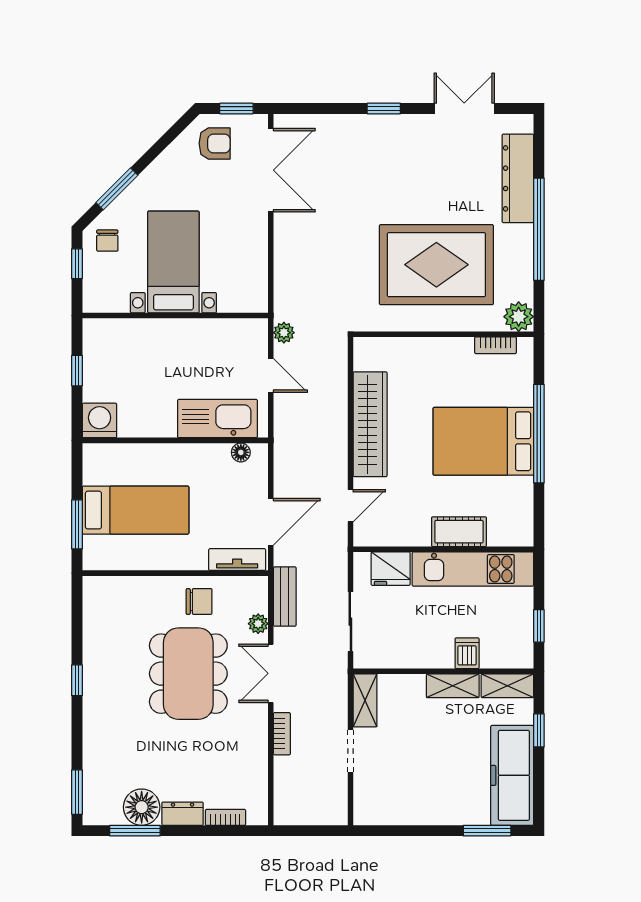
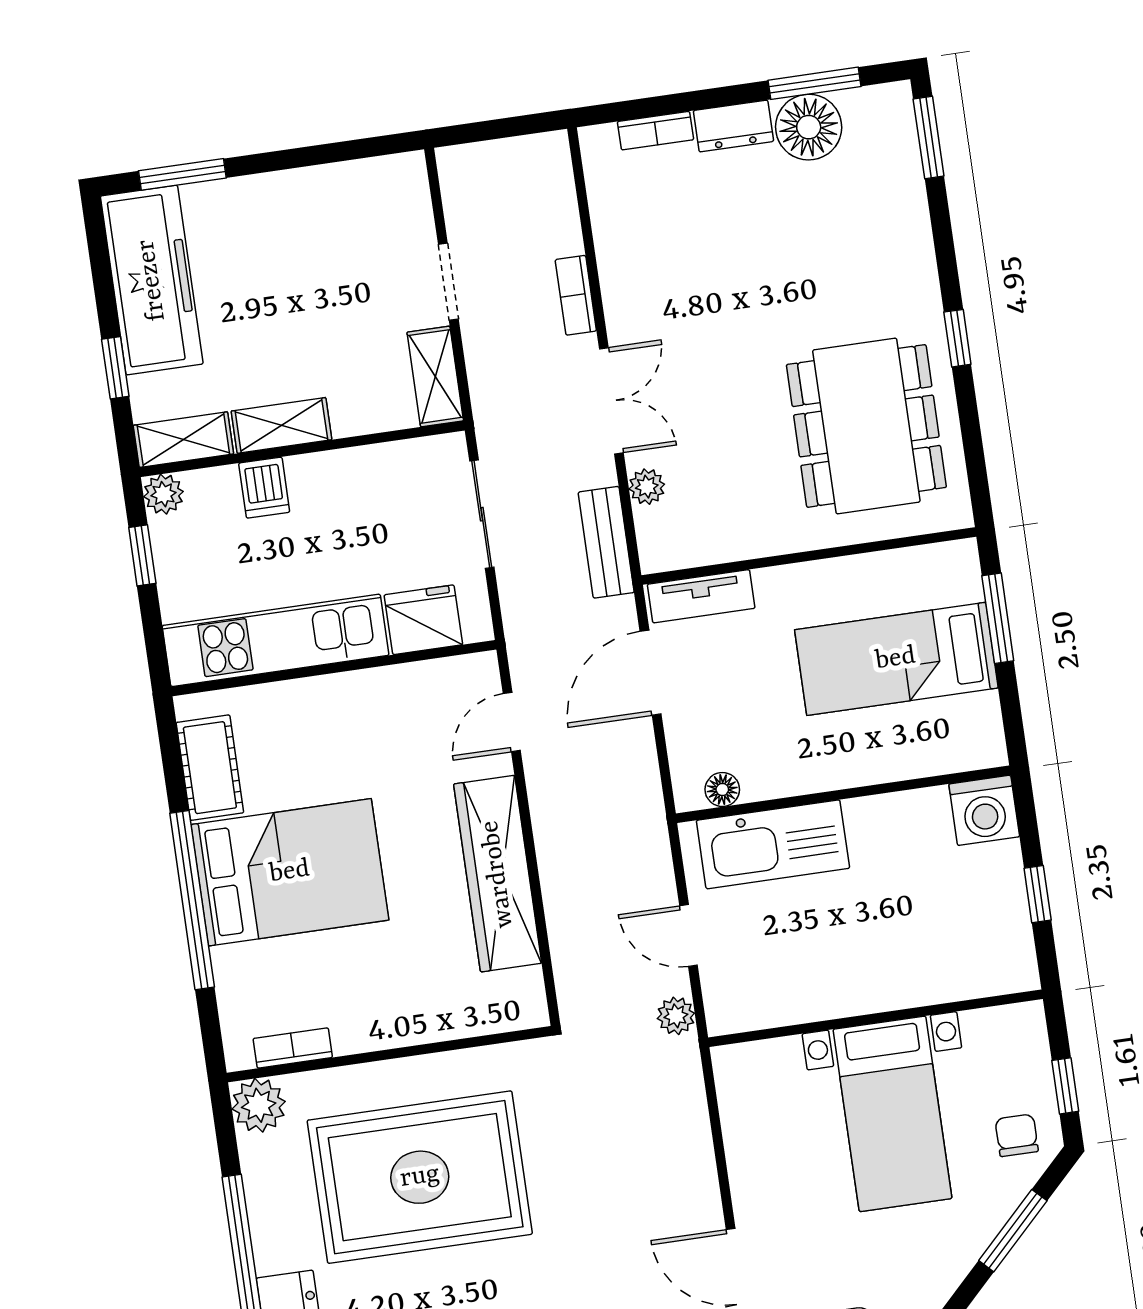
cot: (459, 532) -> (210, 768), moved, turned 90
chair: (199, 601) -> (759, 511), removed
plant: (523, 658) -> (164, 494), added
dining table: (188, 674) -> (866, 426), moved

